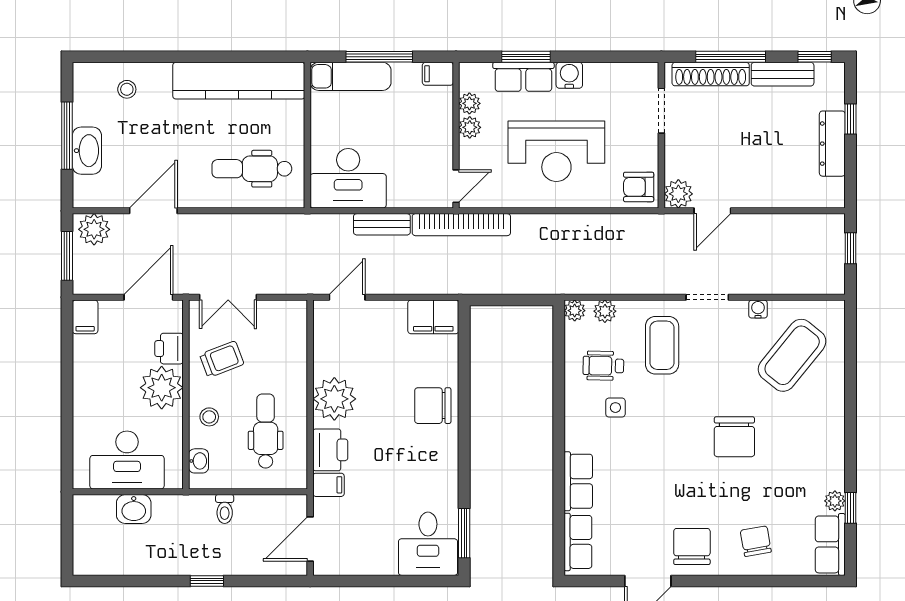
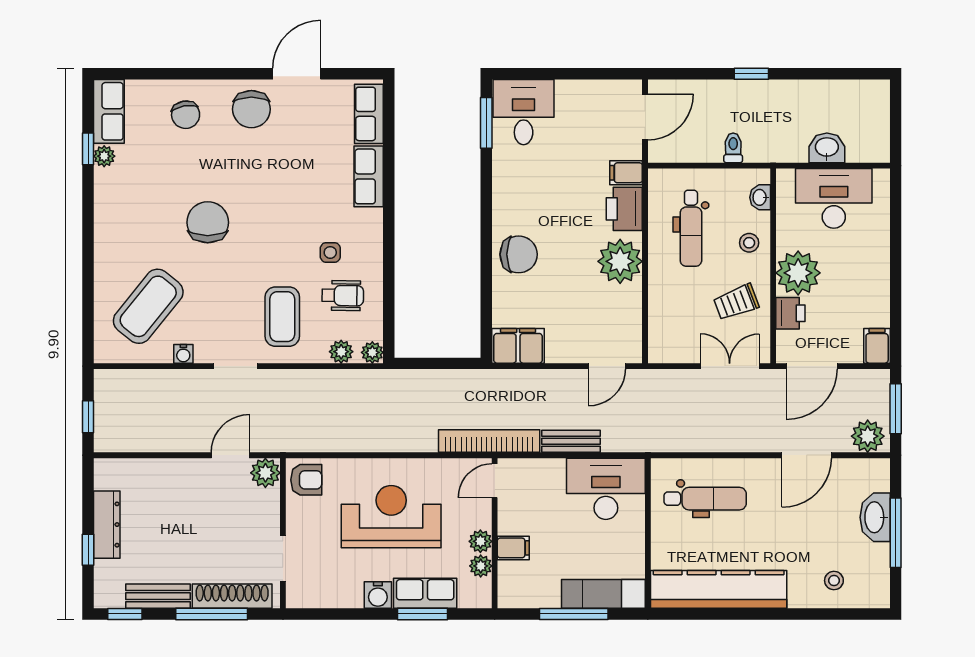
filing cabinet: (438, 74) -> (513, 548), moved

